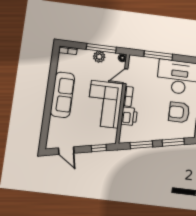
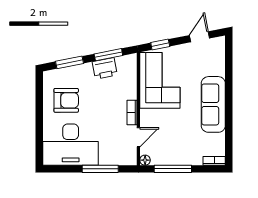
plant: (99, 57) -> (174, 158), removed
corner sofa: (105, 104) -> (160, 80), moved
printer: (129, 116) -> (105, 68), moved, turned -101
door: (66, 151) -> (200, 37), hinge flipped

